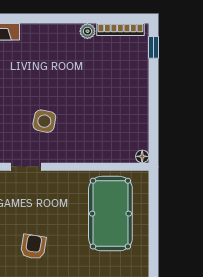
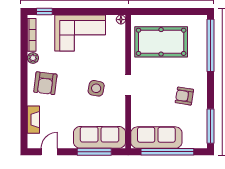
armchair: (52, 49) -> (45, 83), added
corner sofa: (123, 98) -> (80, 33), added
doorway: (26, 167) -> (128, 85), moved

